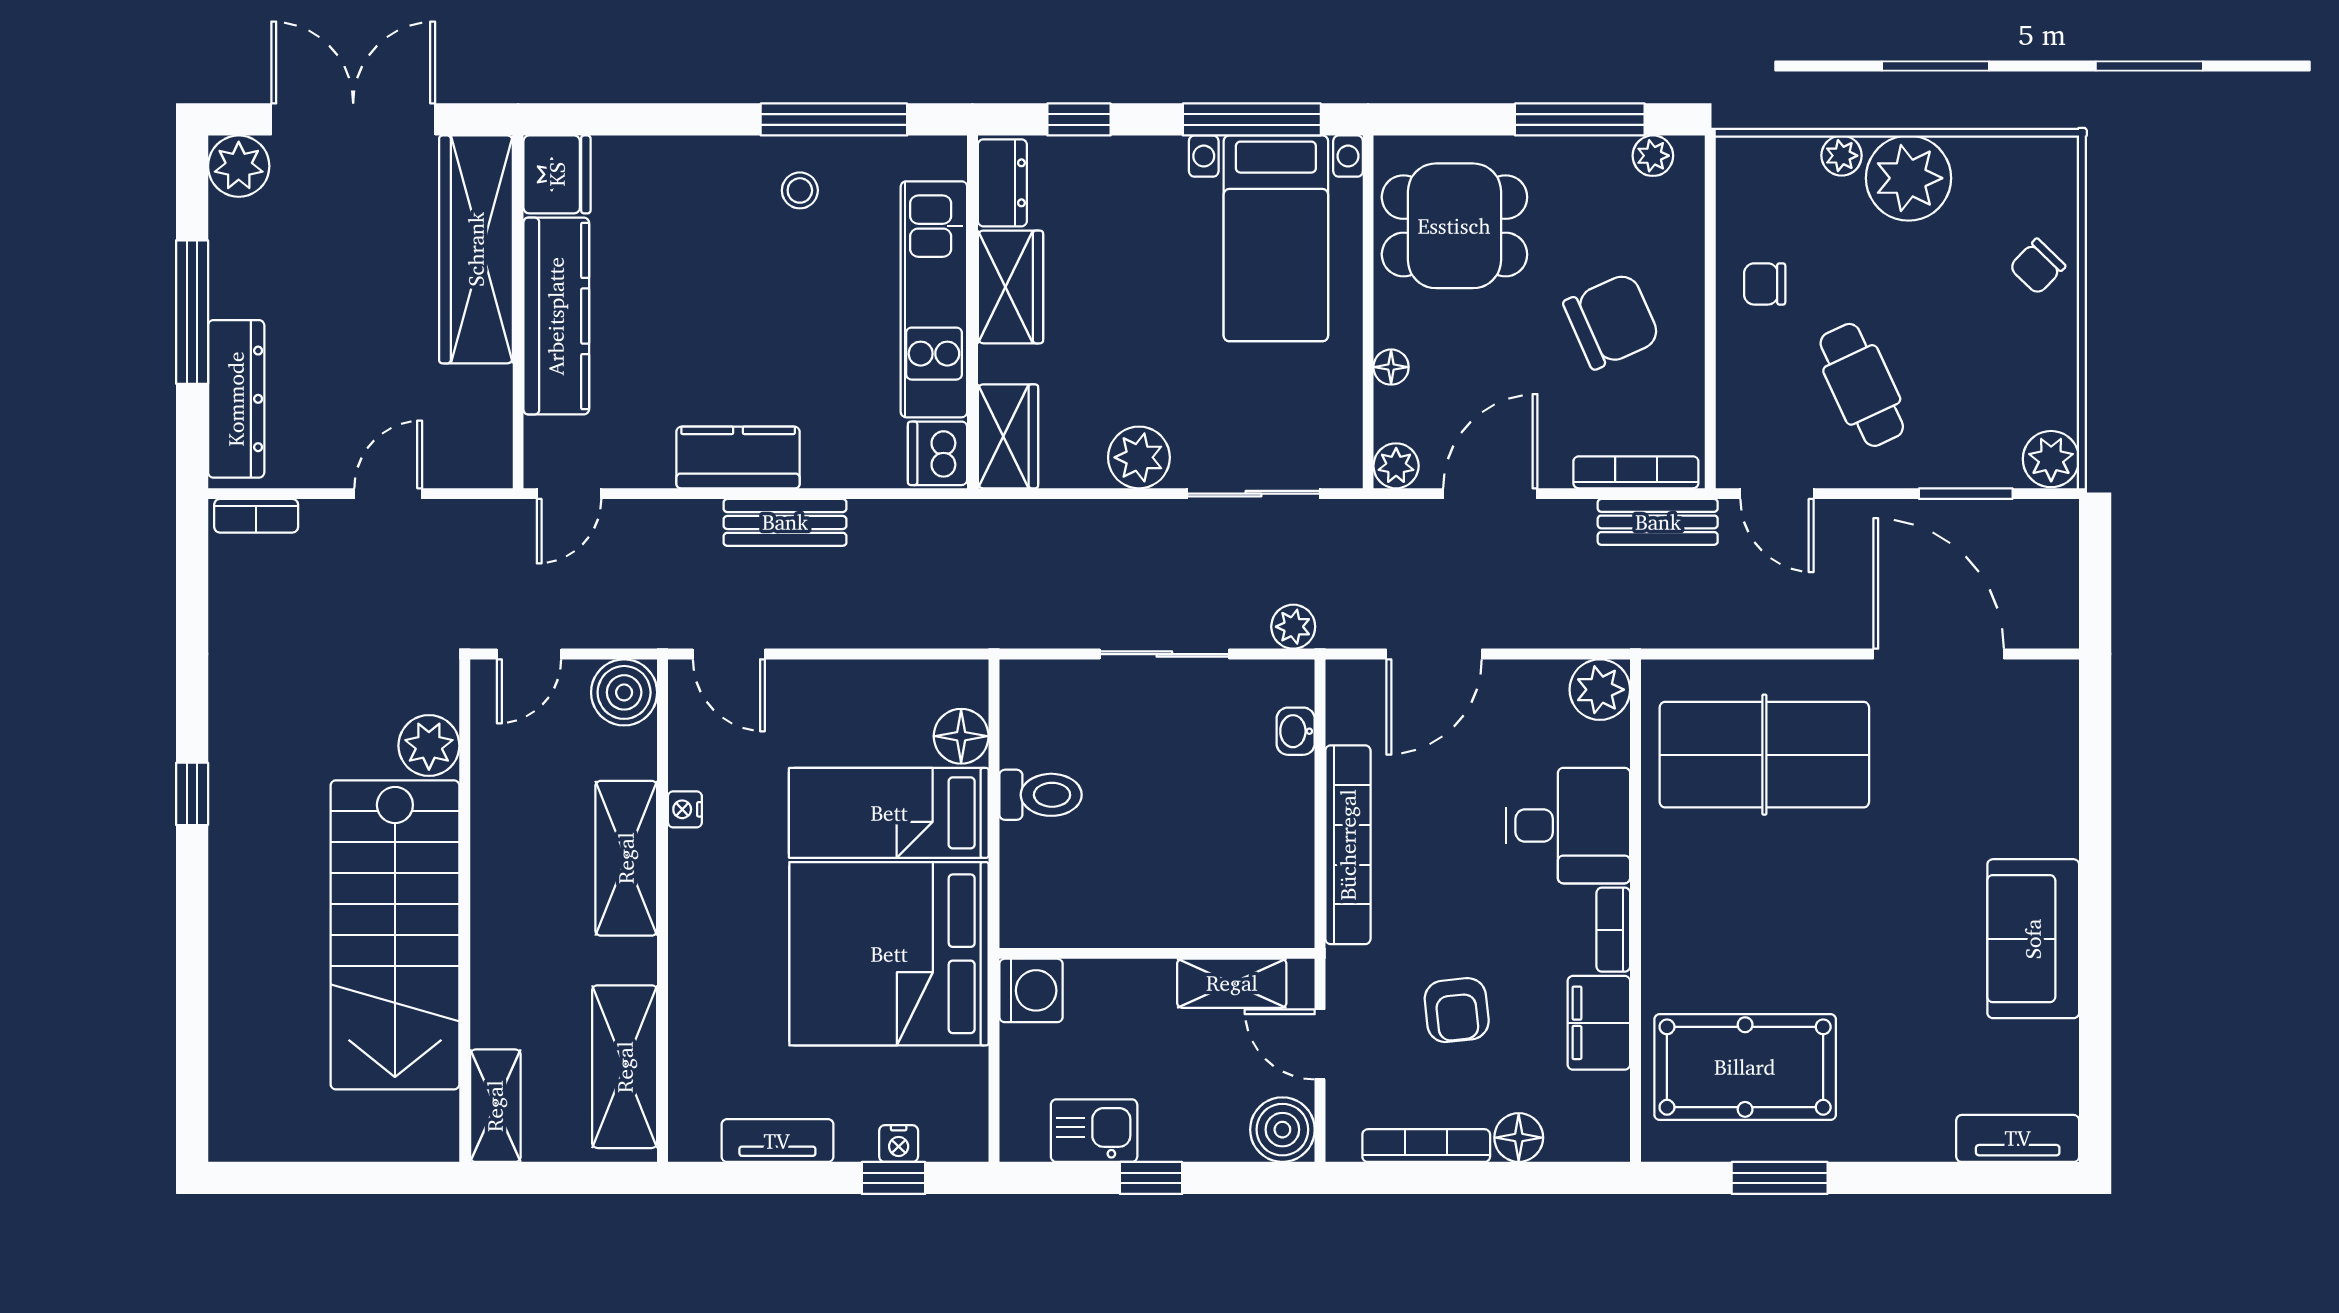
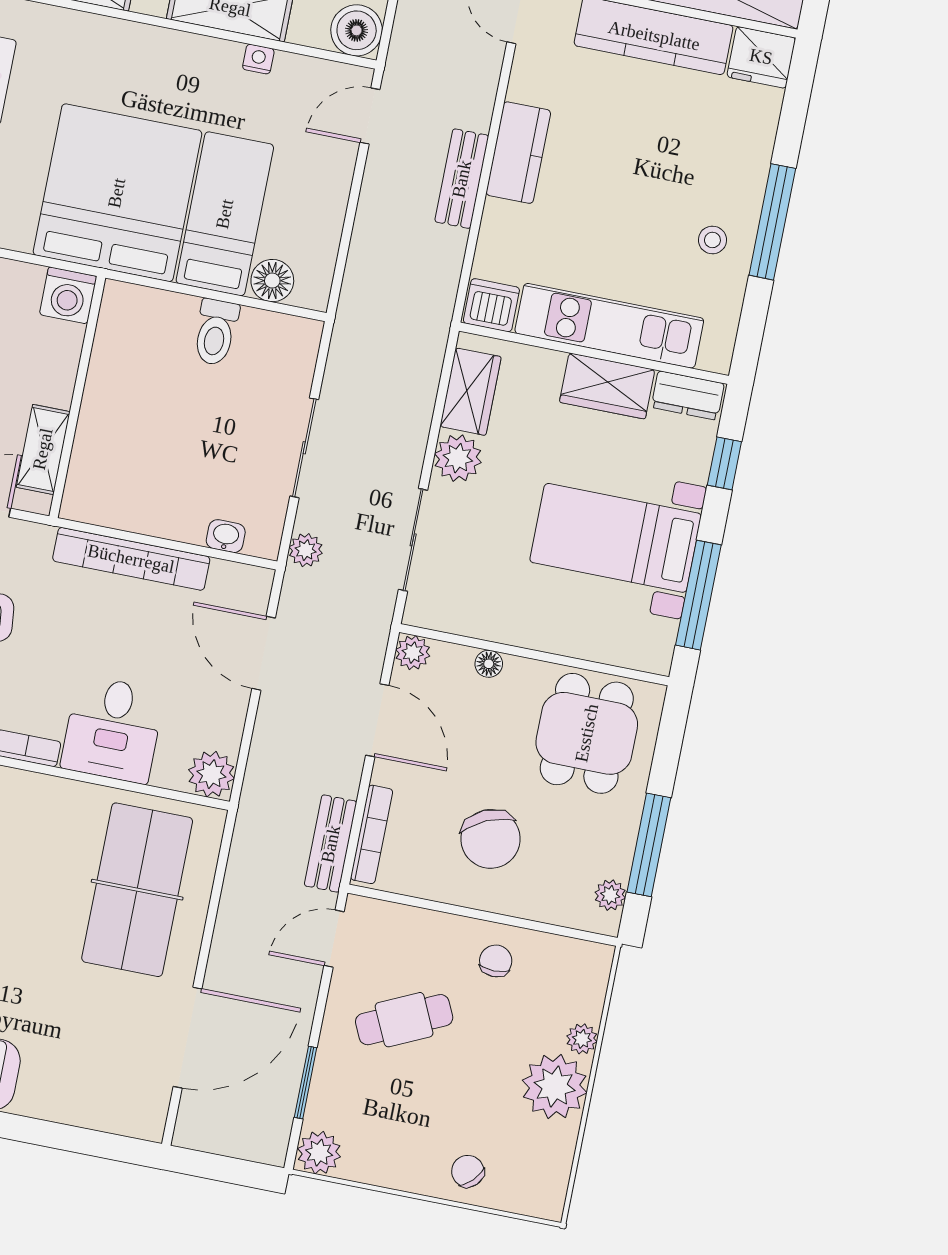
window: (834, 119) -> (772, 222), moved
bed with nightstands: (1276, 238) -> (616, 538), moved
wardrobe: (1008, 436) -> (470, 392), moved, turned -90

